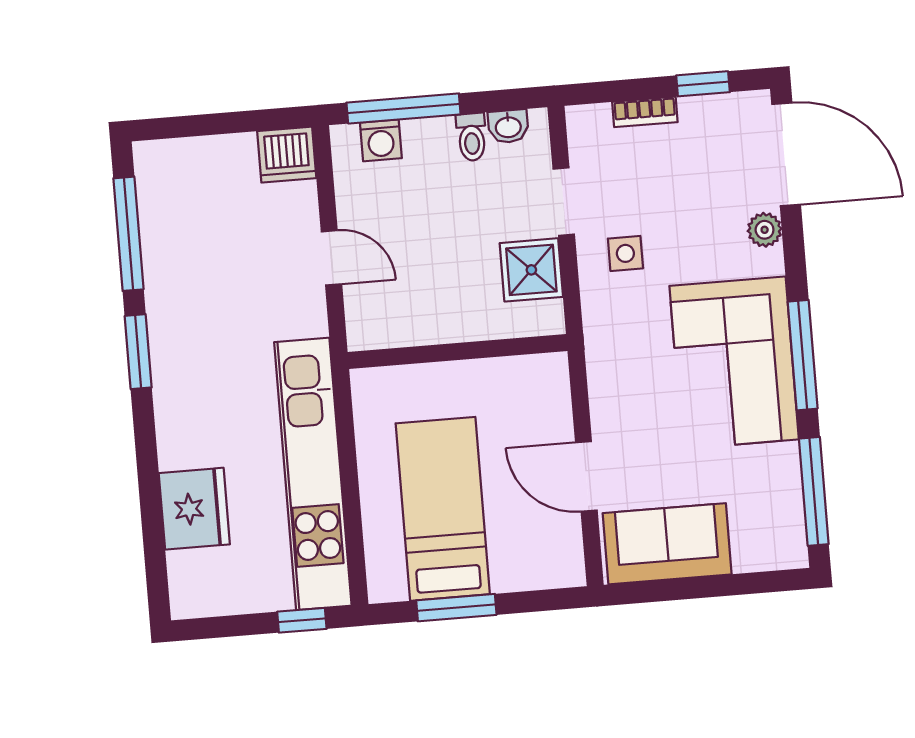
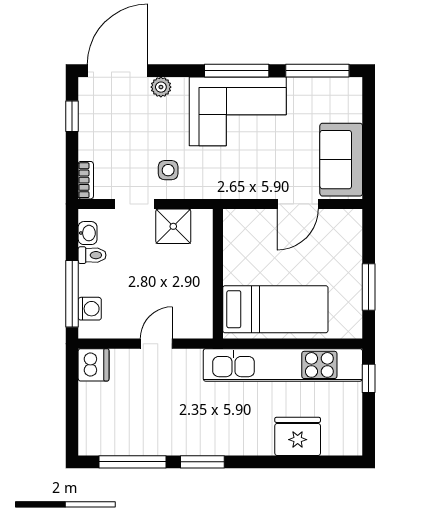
bookcase: (645, 112) -> (86, 180), moved
bed: (443, 509) -> (275, 309), moved, turned 180

